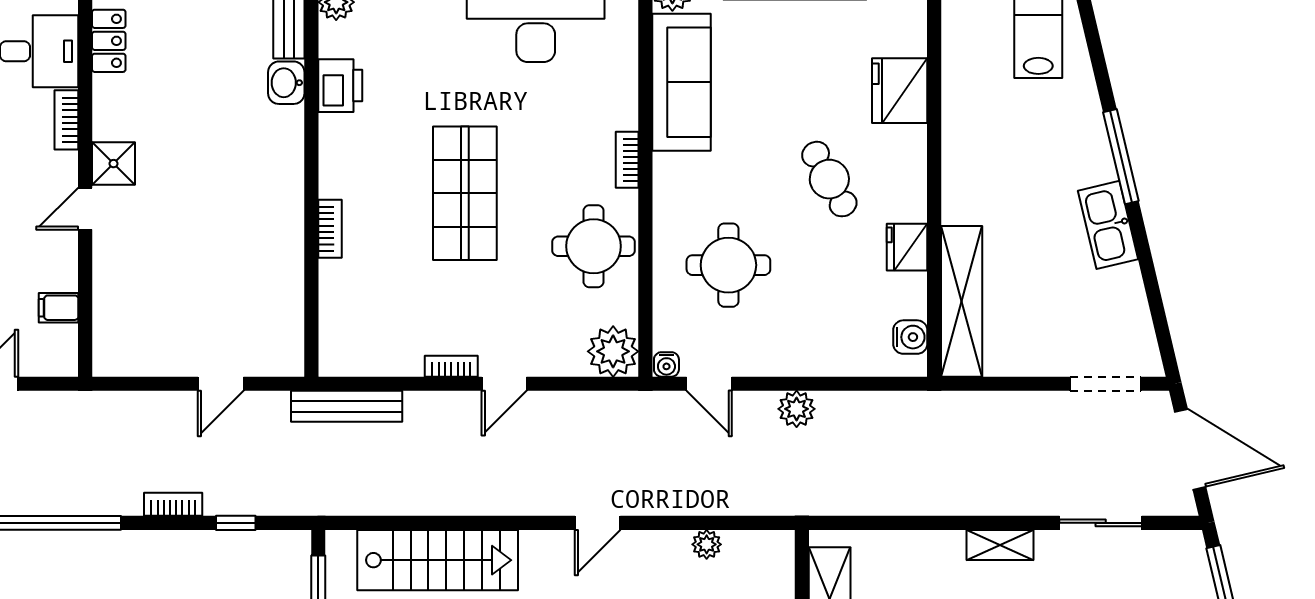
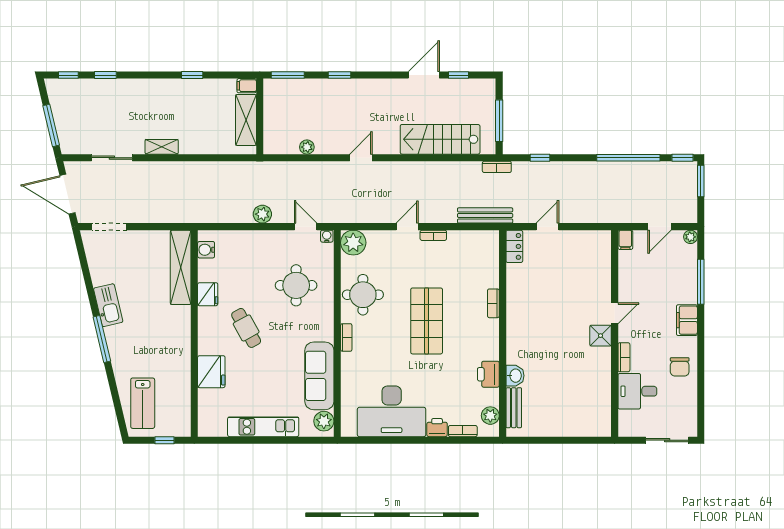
locker: (109, 41) -> (514, 246), moved, turned 180
filing cabinet: (59, 308) -> (625, 240), moved, turned 90
bookcase: (173, 504) -> (497, 167), moved

